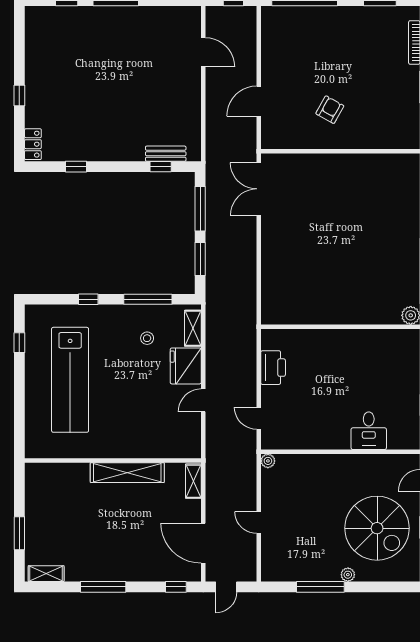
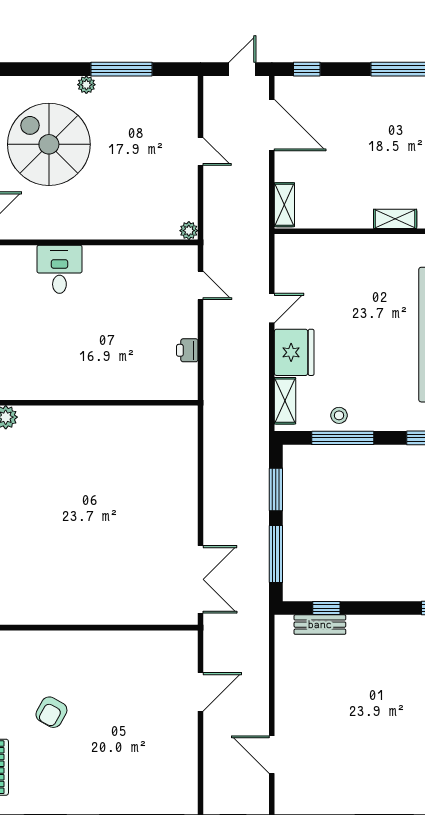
armchair: (330, 110) -> (51, 712), moved
stool: (147, 338) -> (339, 415), moved
printer: (273, 368) -> (187, 350), width x0.53, depth x0.68
shelving: (127, 473) -> (395, 219), width x0.45, depth x0.75

